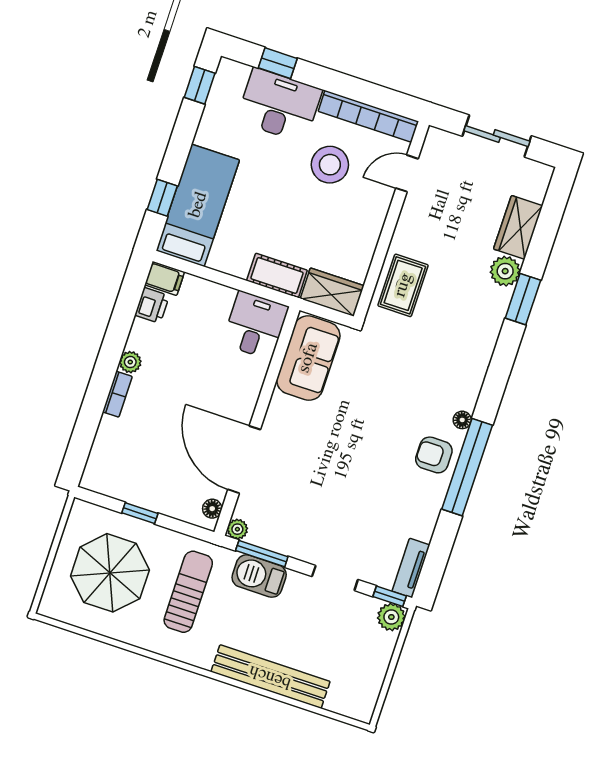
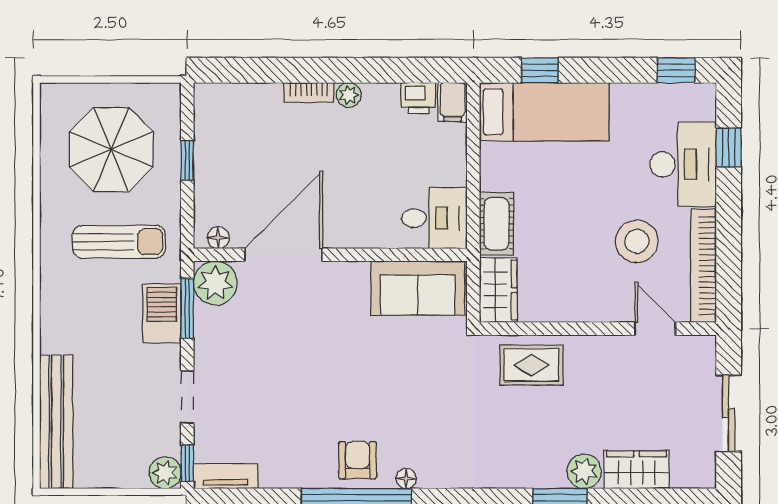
plant: (237, 529) -> (215, 283), width x1.88, depth x1.88
bench: (270, 677) -> (56, 422), moved

